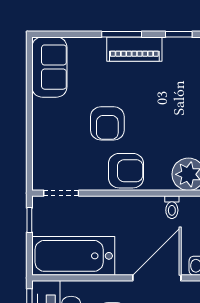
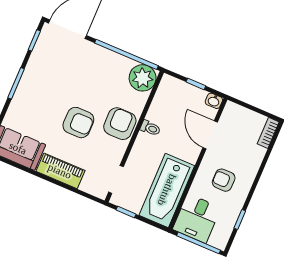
piano: (134, 49) -> (60, 171), moved, turned -90
toilet: (172, 207) -> (150, 128), moved
door: (157, 278) -> (210, 135), width x0.73

